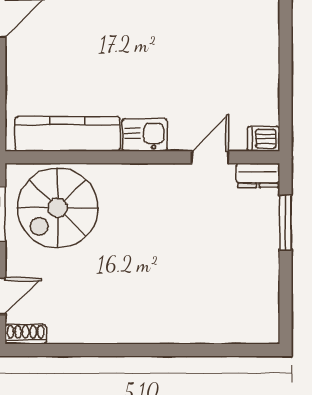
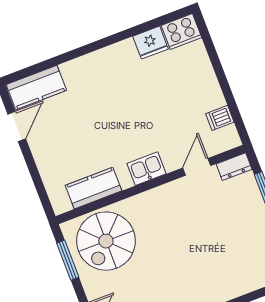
kitchen counter: (67, 134) -> (93, 188), width x0.67
dishwasher: (264, 139) -> (220, 118), moved

